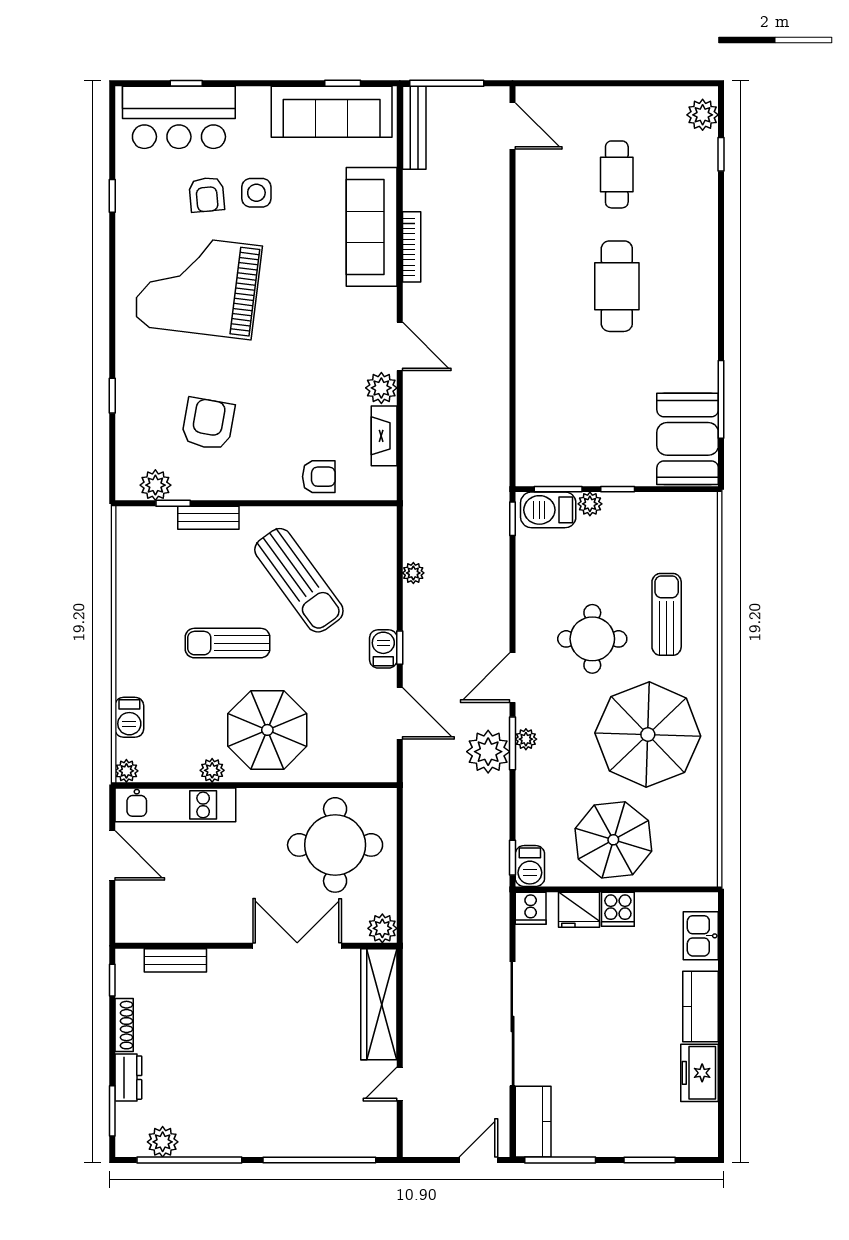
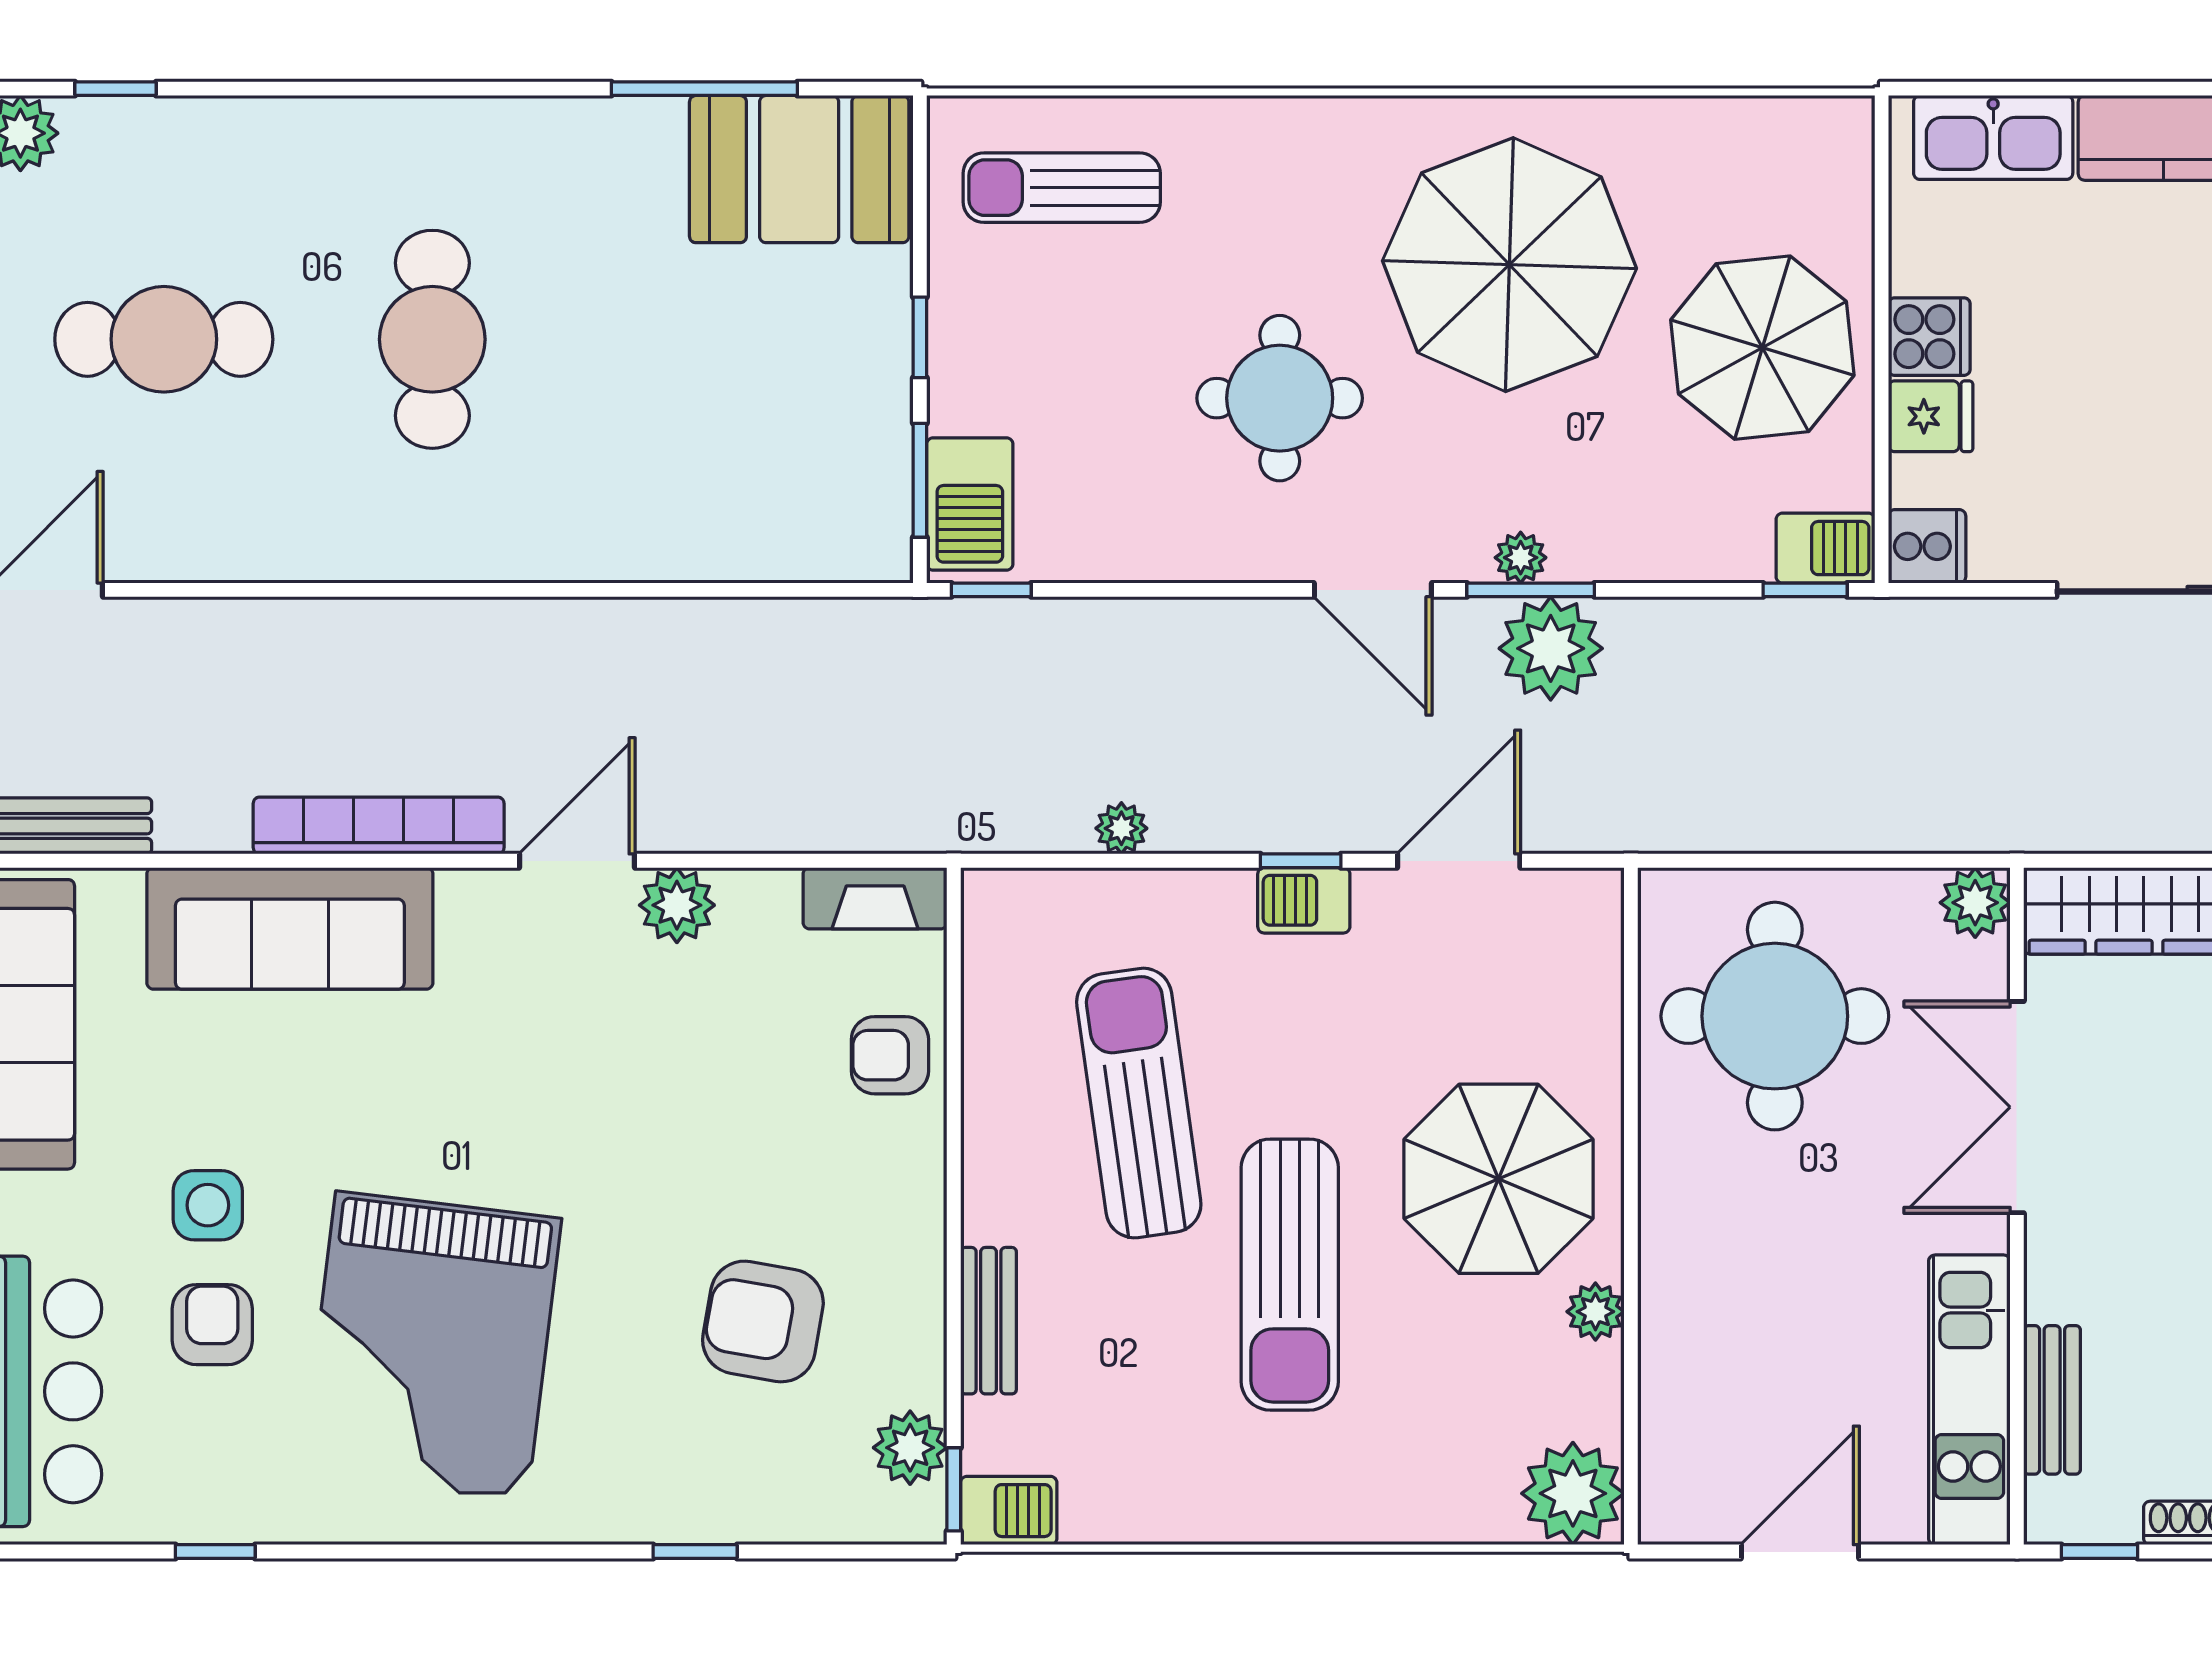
cafe table: (617, 174) -> (164, 339), width x1.37, depth x1.35
armchair: (207, 195) -> (212, 1325), turned -85
bookcase: (412, 247) -> (379, 825), width x1.48, depth x1.31
cafe table: (617, 286) -> (432, 339), turned 90
fireplace: (384, 436) -> (875, 898), moved
armchair: (319, 477) -> (890, 1055), turned -90
window: (173, 503) -> (954, 1489), moved
plant: (590, 504) -> (955, 404), removed
sun lounger: (299, 580) -> (1139, 1103), turned -62
sun lounger: (667, 614) -> (1062, 188), moved
sun lounger: (228, 643) -> (1290, 1275), width x1.36, depth x1.34
barbecue: (129, 717) -> (1009, 1511), moved
plant: (126, 771) -> (1573, 1493), width x1.88, depth x1.88
kitchen unit: (175, 805) -> (1969, 1400), moved, turned 180
fridge: (579, 910) -> (1931, 416), width x0.72
kitchen sink: (701, 936) -> (1993, 137), width x1.38

